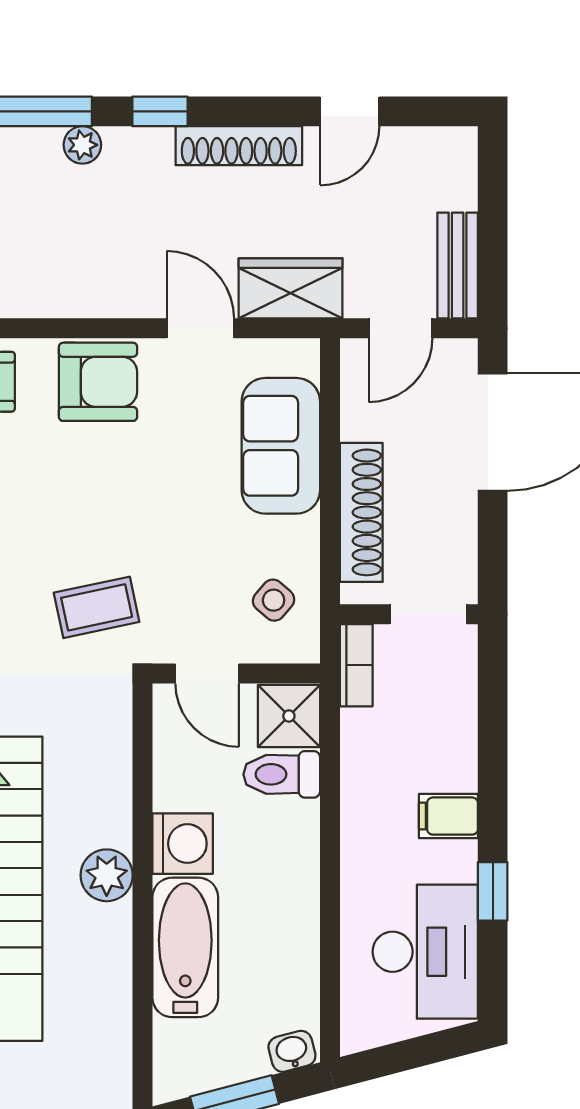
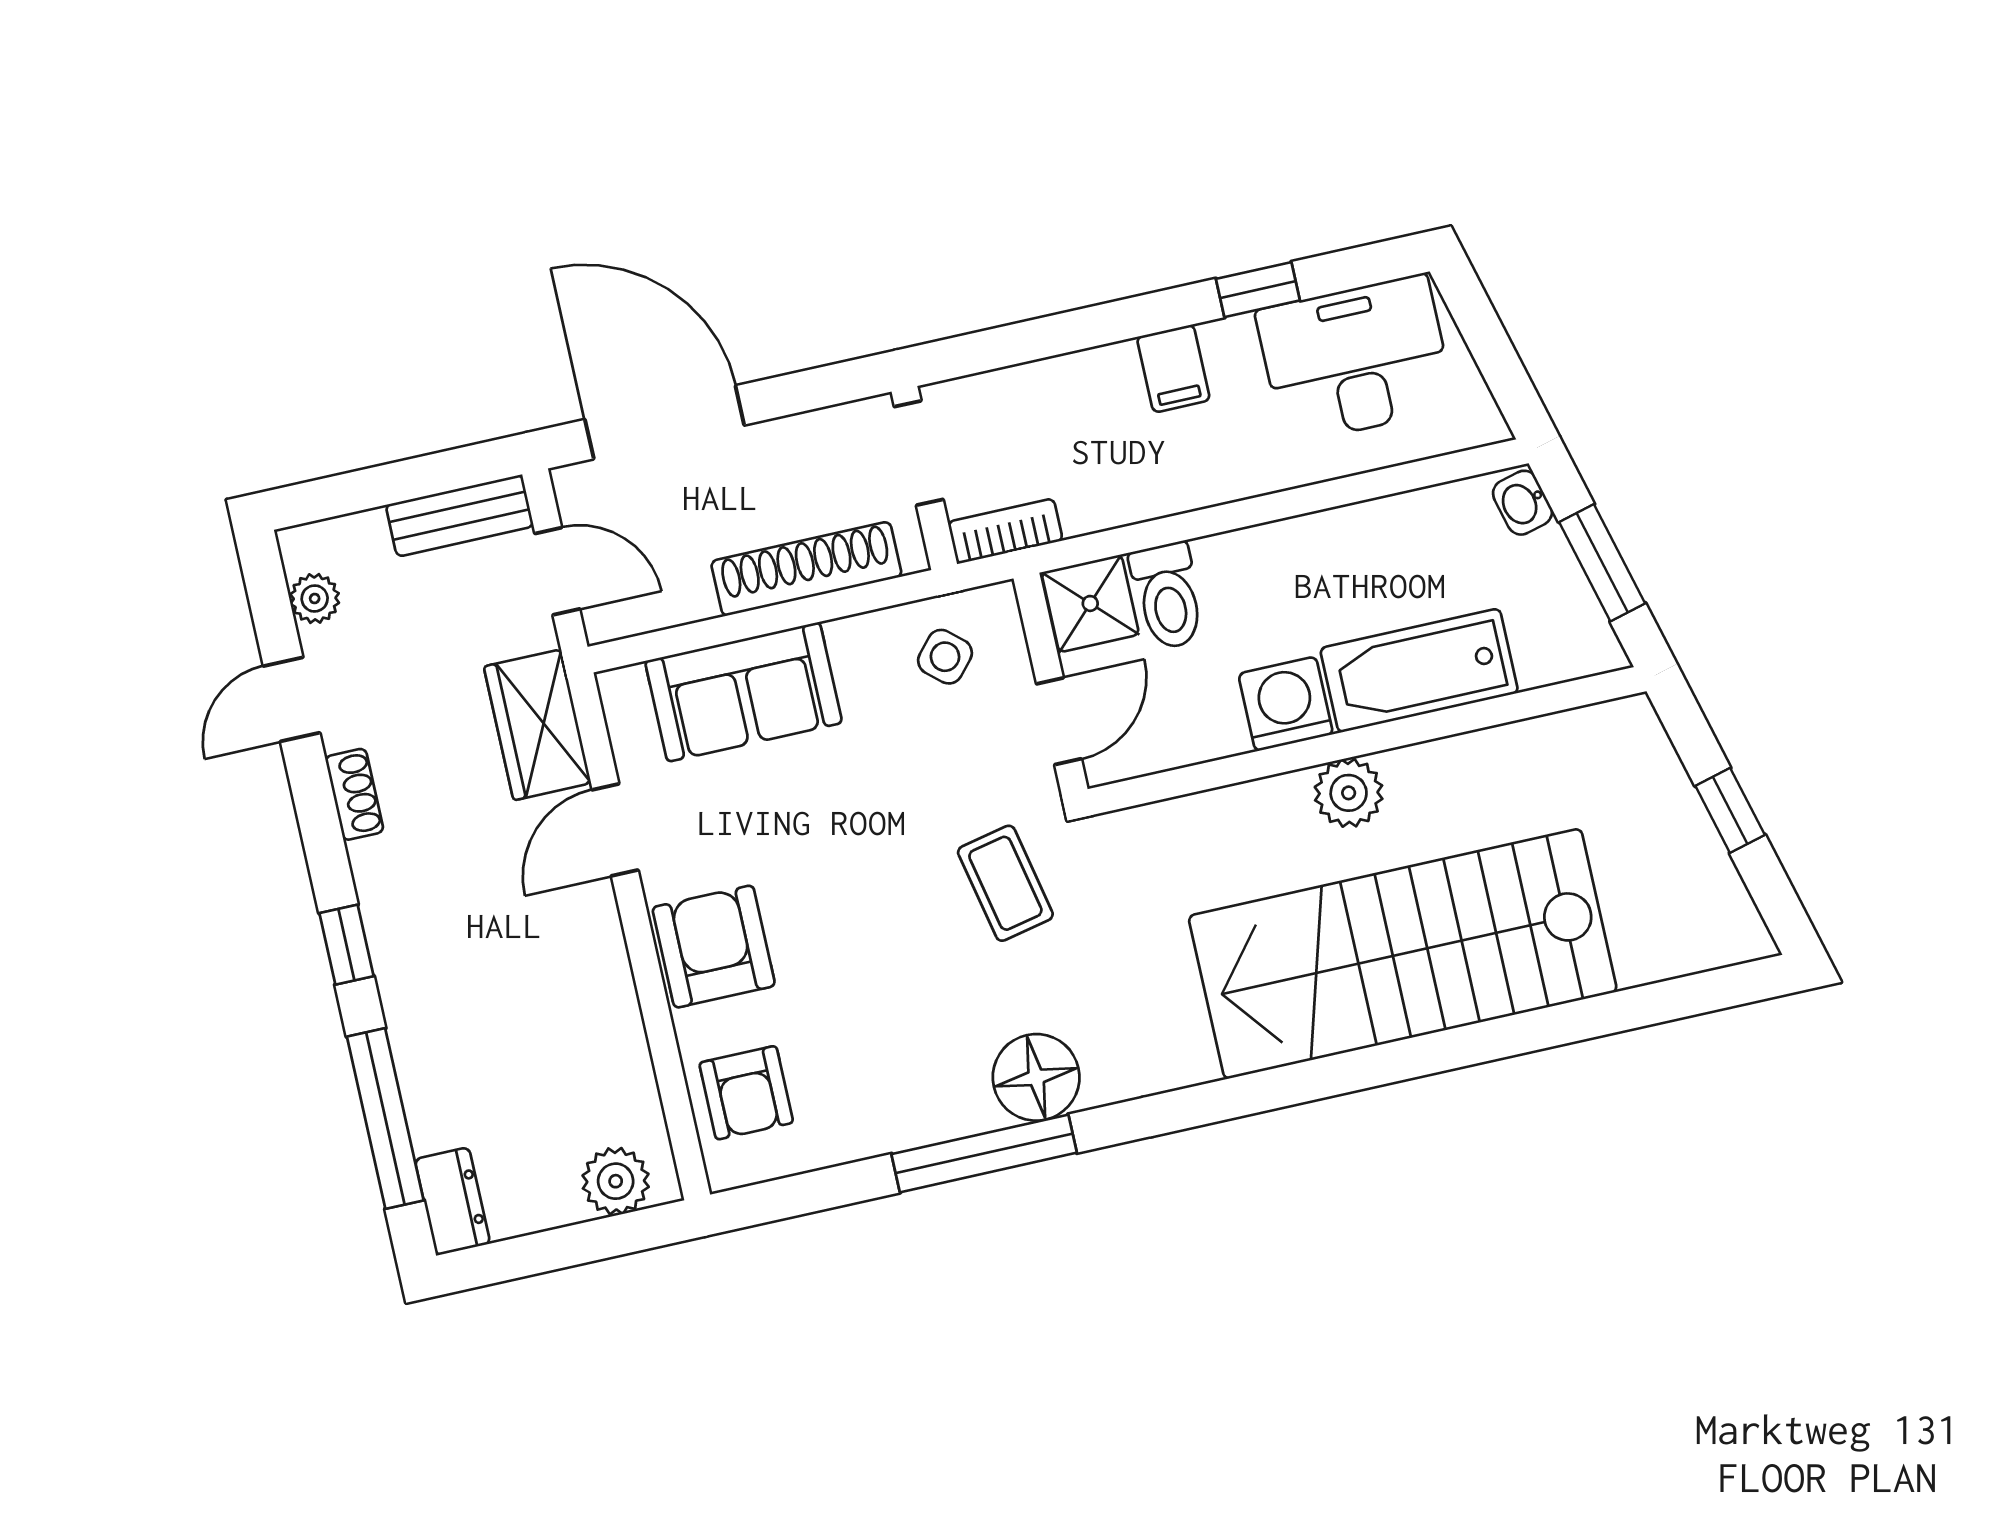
door: (350, 111) -> (292, 699), swing flipped
plant: (82, 145) -> (315, 598), moved
shoe rack: (239, 146) -> (354, 794), width x0.51, depth x0.81

